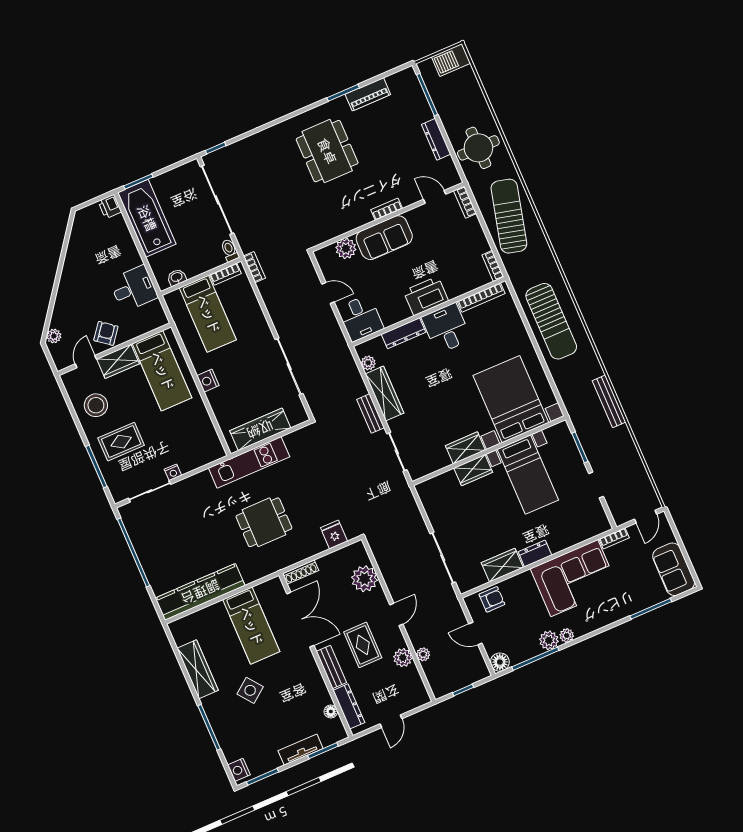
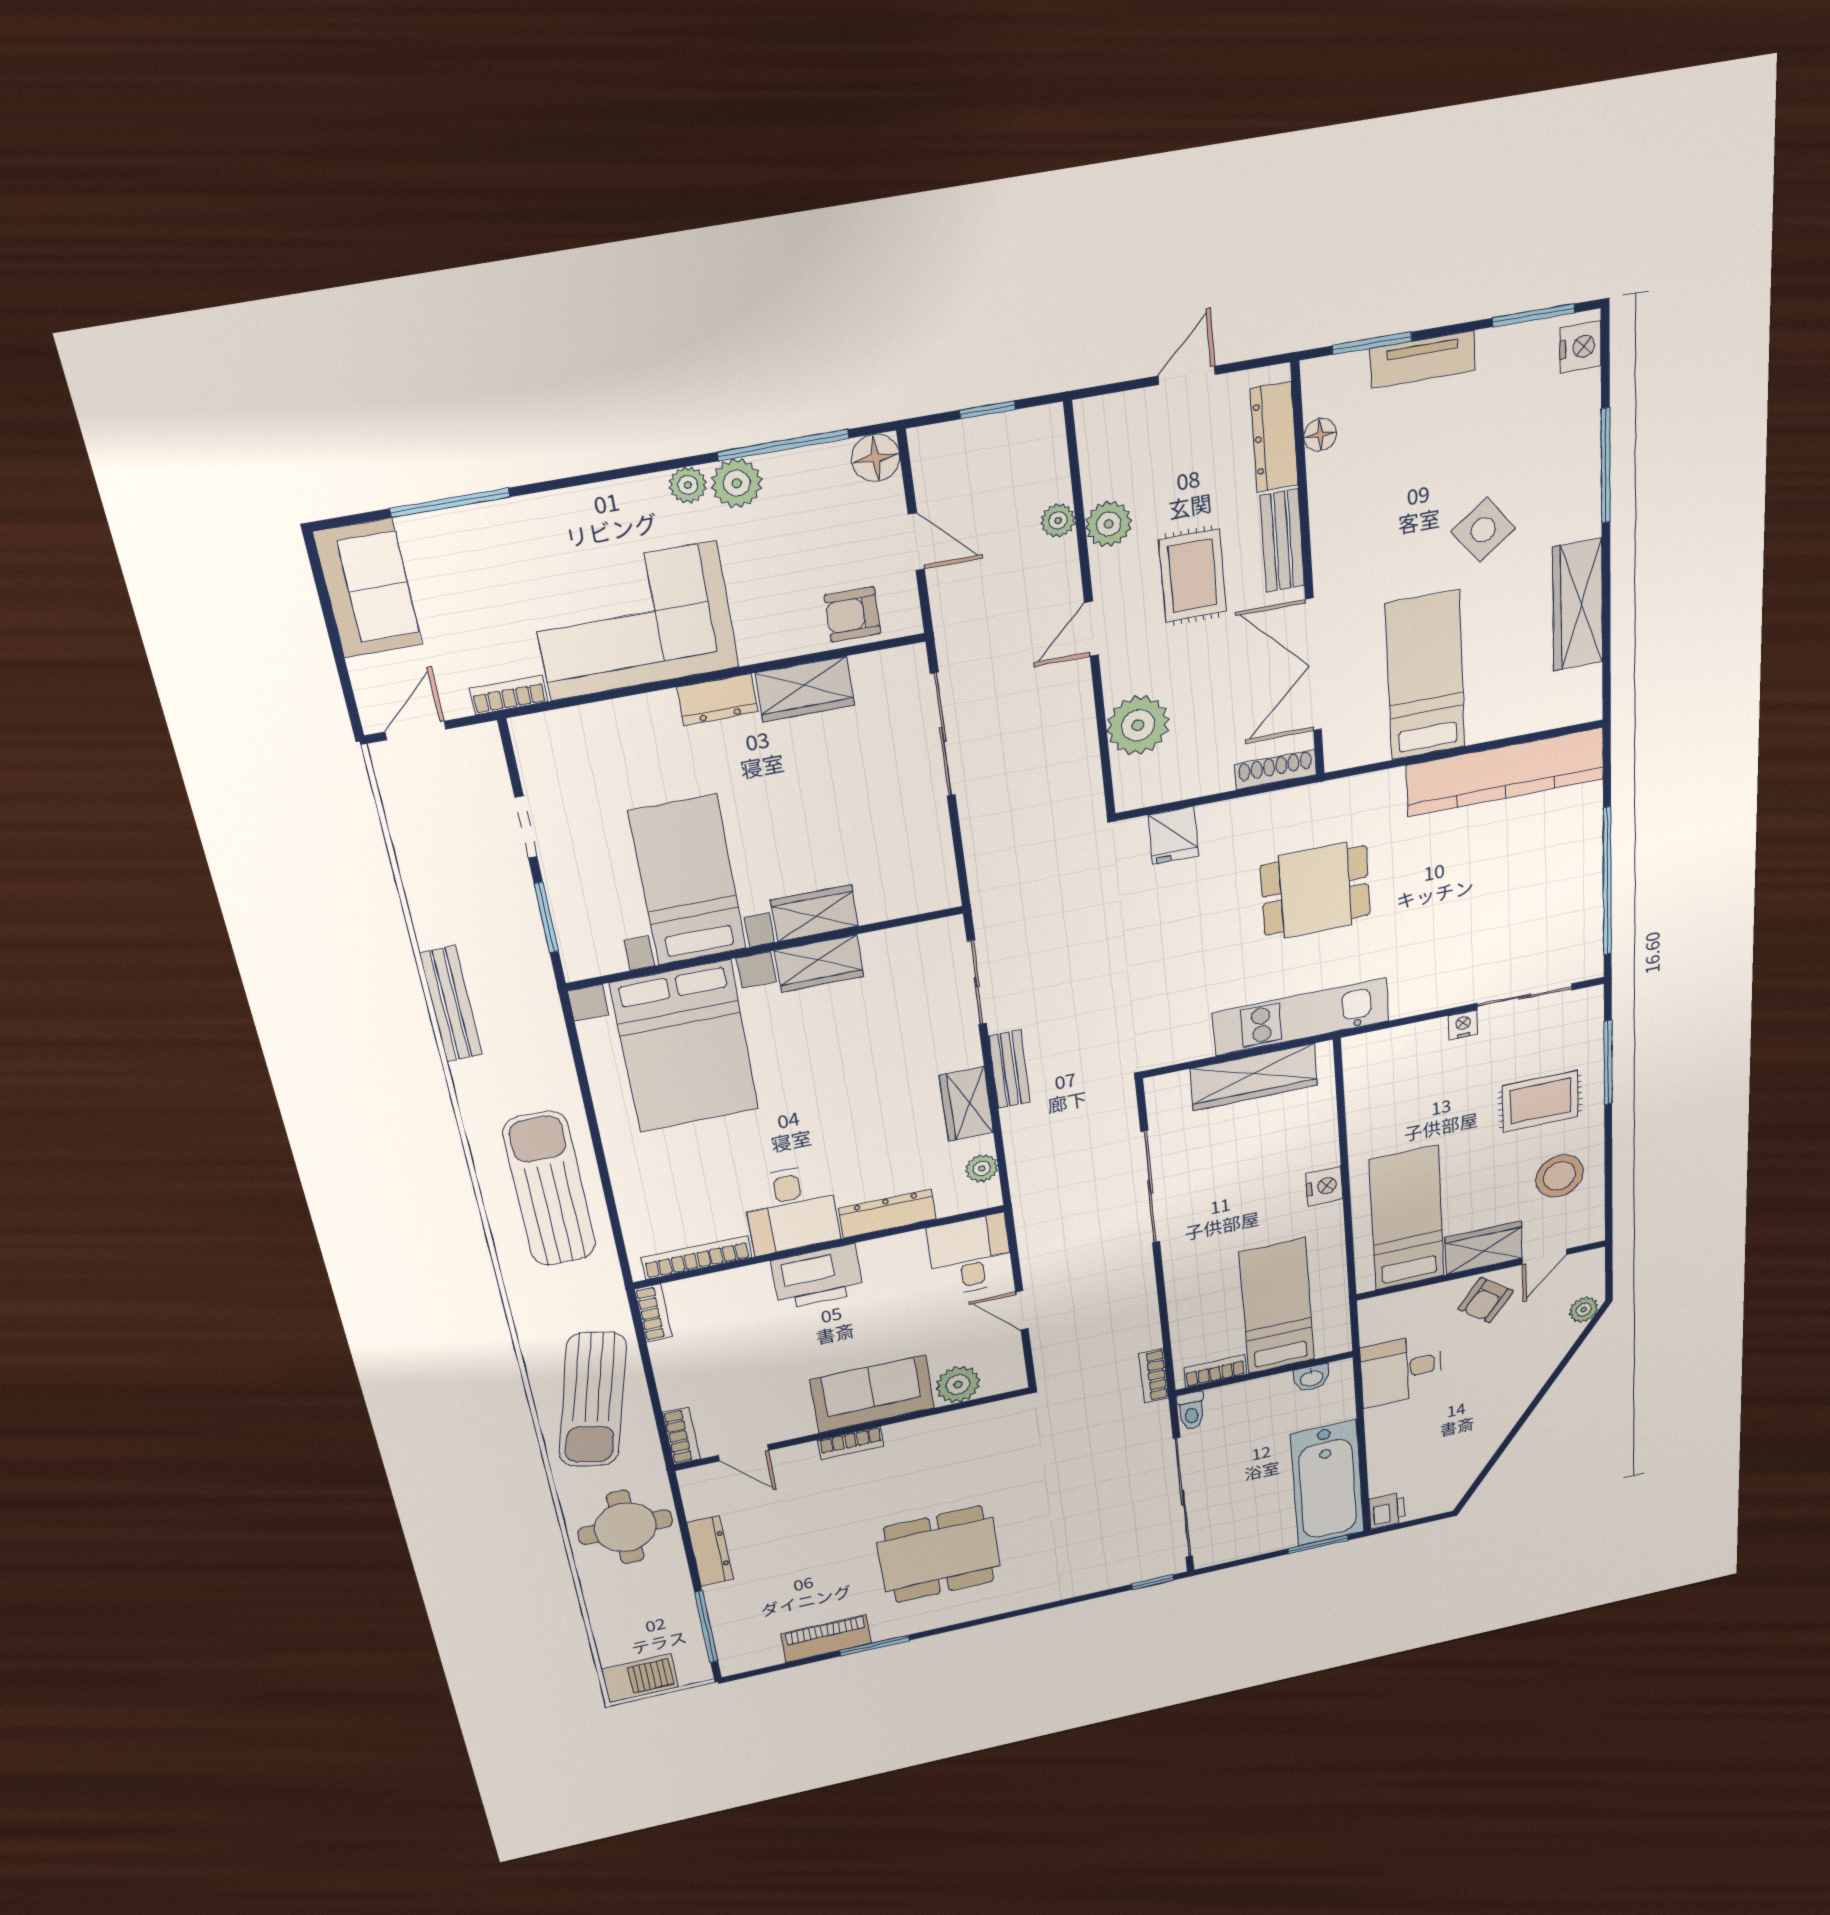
dining table: (327, 151) -> (939, 1554), turned 90
wardrobe: (384, 393) -> (966, 1104), width x0.67

